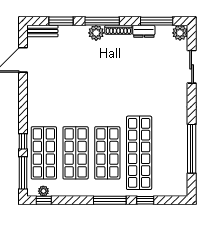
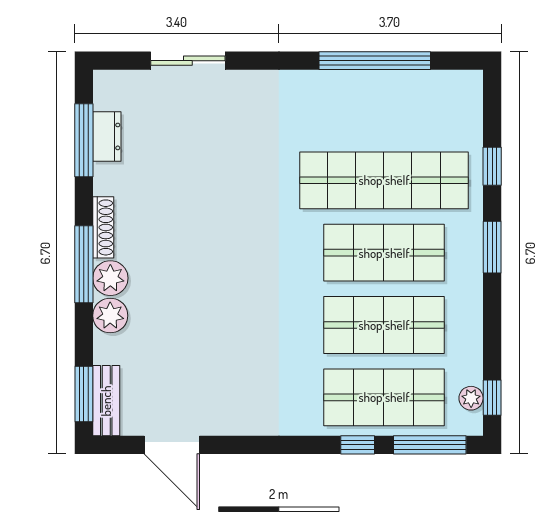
window: (61, 21) -> (84, 394), moved
dresser: (144, 31) -> (107, 136), moved
plant: (180, 33) -> (110, 316), moved
window: (110, 200) -> (492, 247), width x0.69

